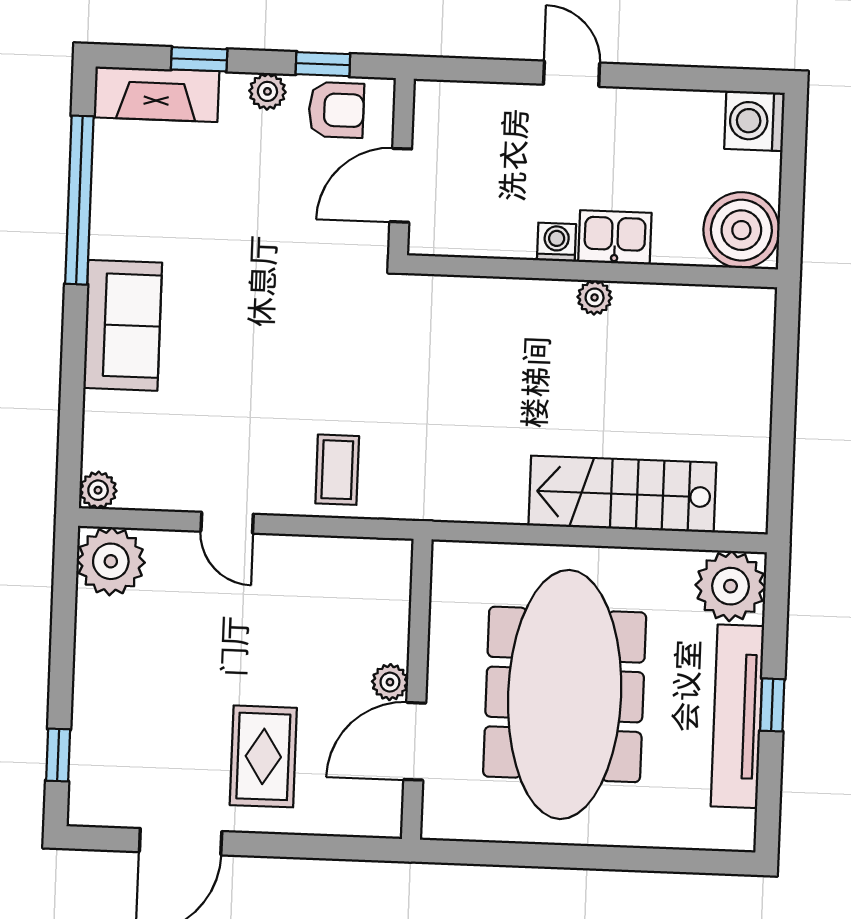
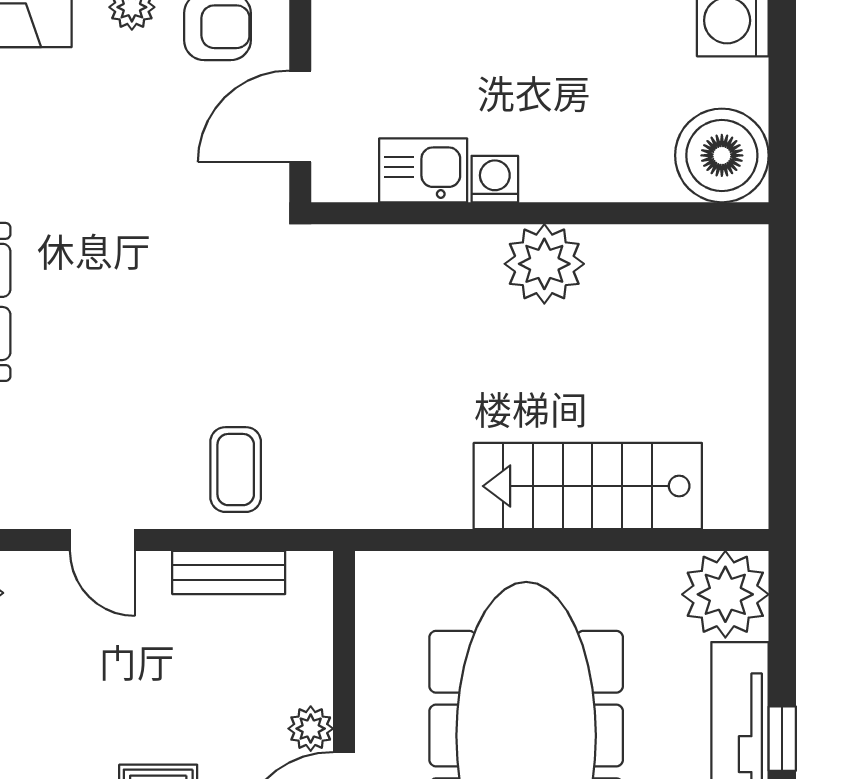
kitchen sink: (615, 237) -> (423, 170), moved
plant: (595, 297) -> (544, 264), width x1.88, depth x1.88
bench: (328, 553) -> (229, 572), added

